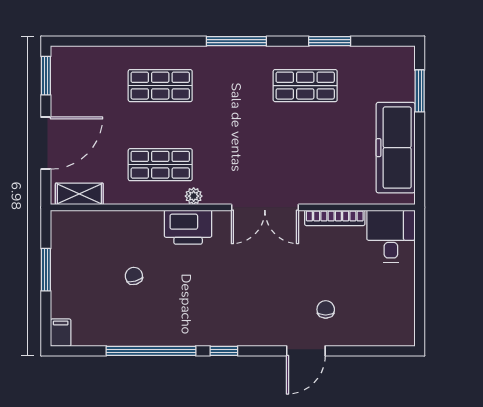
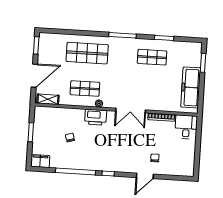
shop shelf: (160, 86) -> (87, 53), width x1.43, depth x1.36
filing cabinet: (61, 333) -> (40, 161), width x2.00

